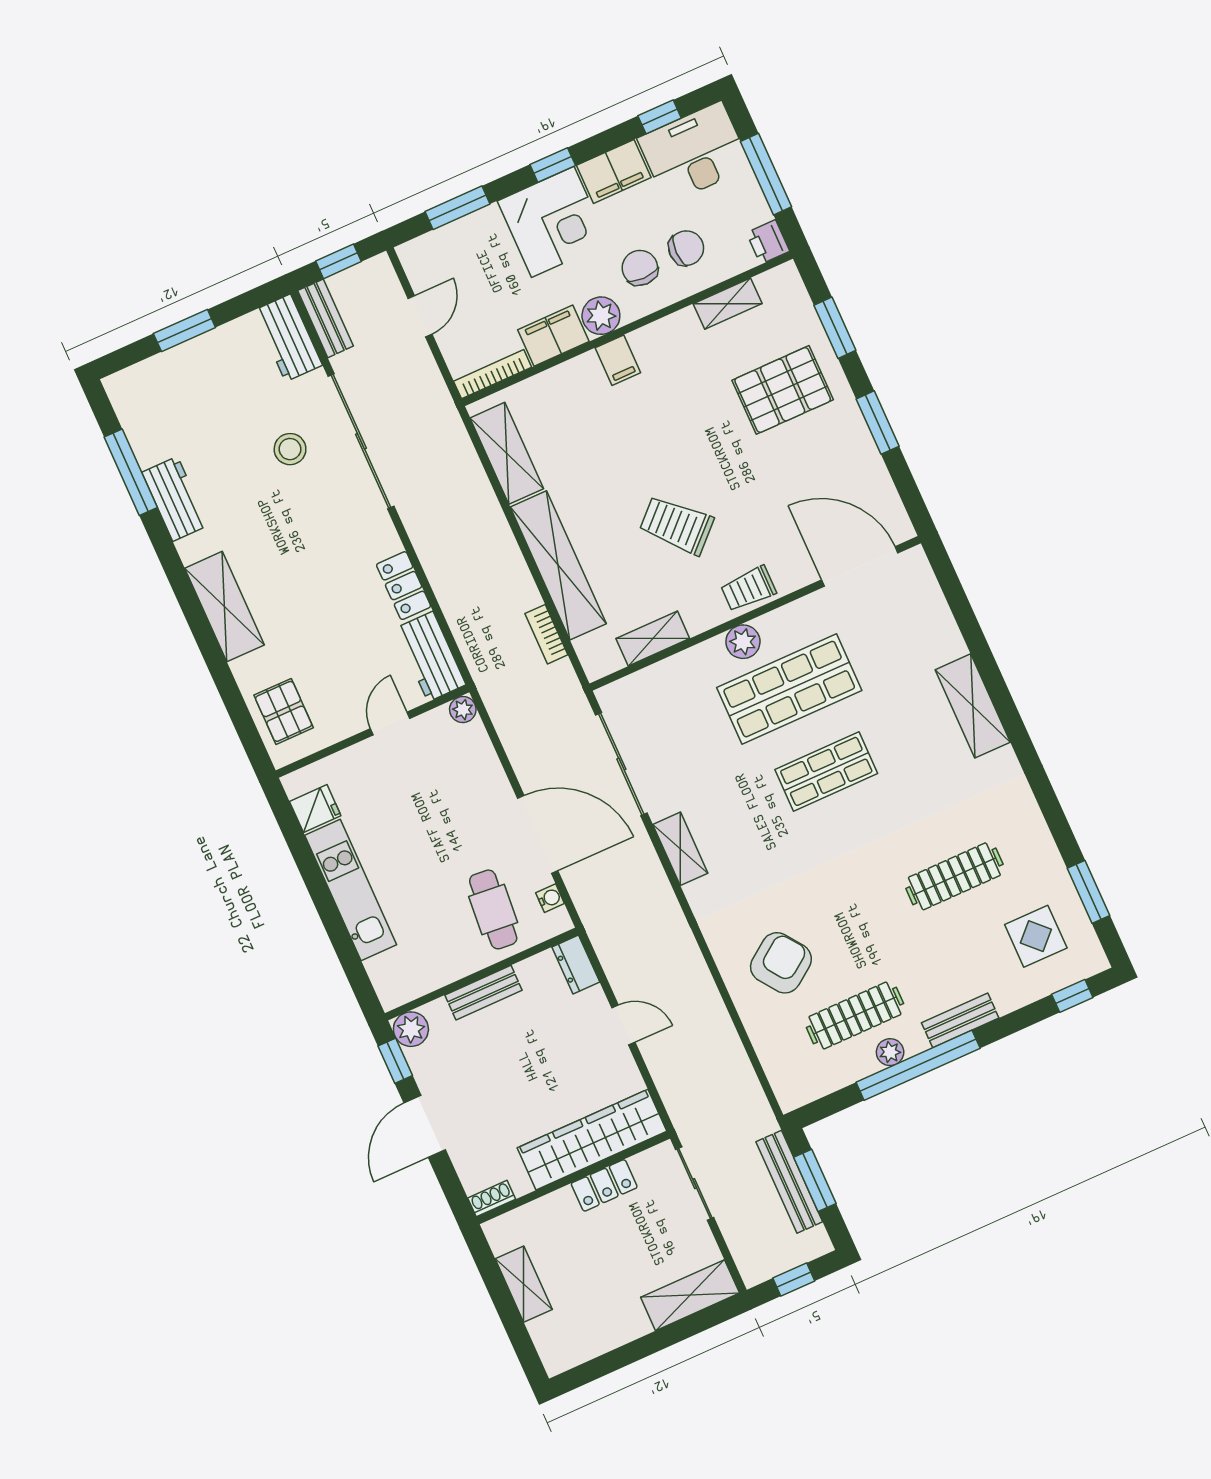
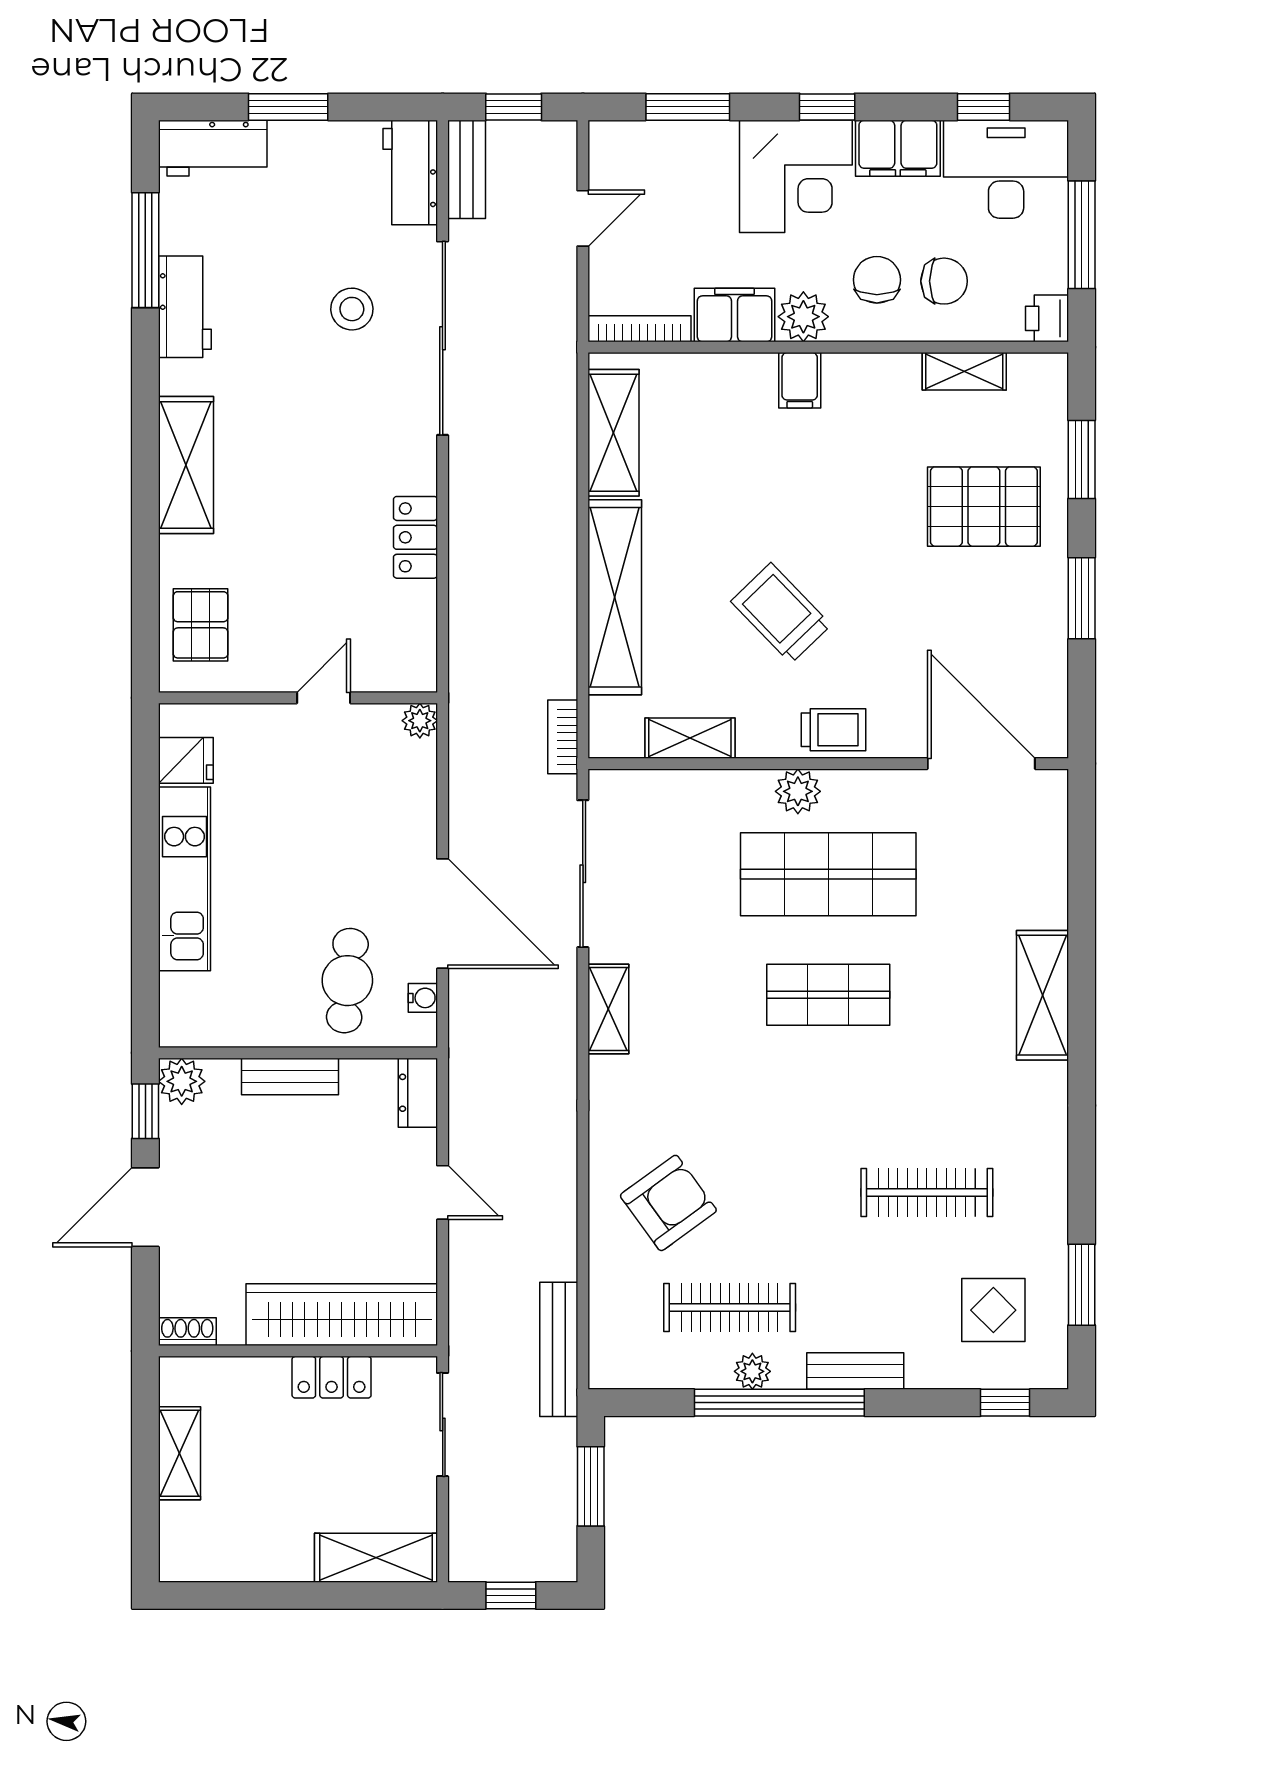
trolley: (748, 589) -> (834, 730), turned 180
bookcase: (546, 634) -> (563, 737), moved
workbench: (430, 657) -> (213, 148), moved, turned -90
bench: (789, 1182) -> (559, 1349), moved

